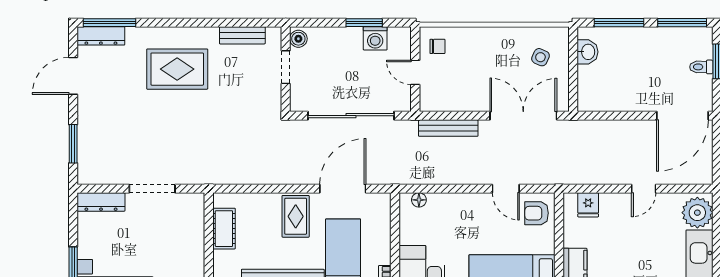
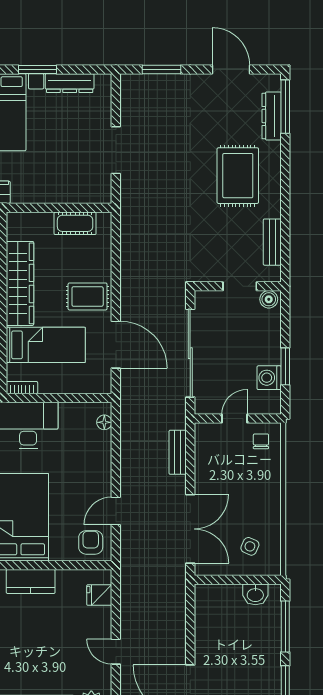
dresser: (101, 36) -> (272, 116), moved
chair: (437, 46) -> (261, 441), turned 180
bench: (448, 128) -> (178, 452), width x0.73
dresser: (101, 202) -> (70, 83), moved, turned -90

